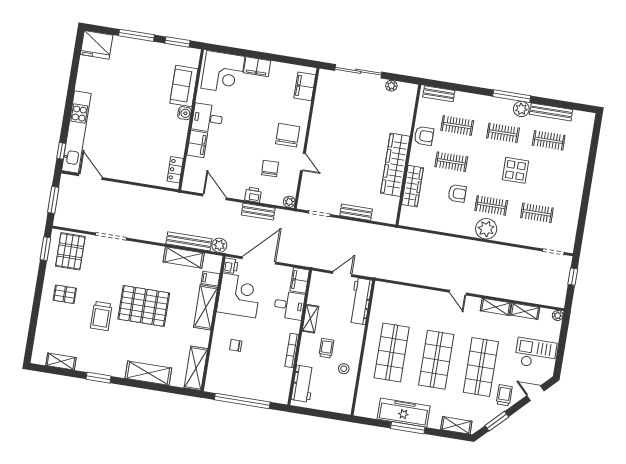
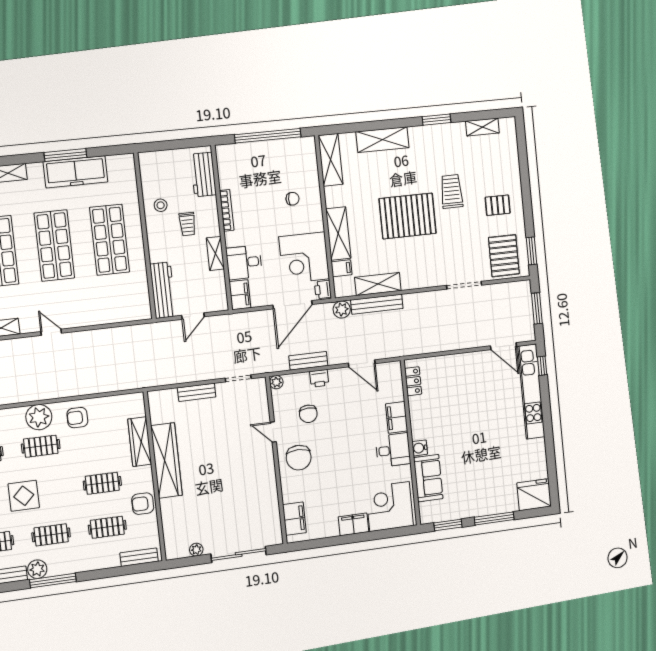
armchair: (457, 193) -> (77, 418), moved

